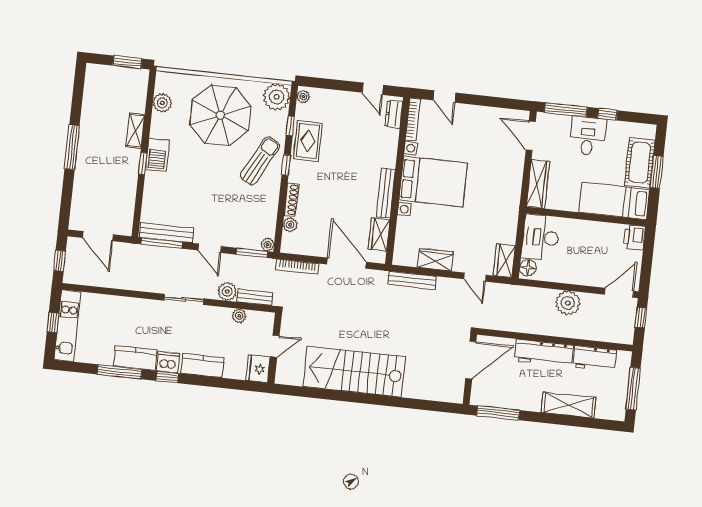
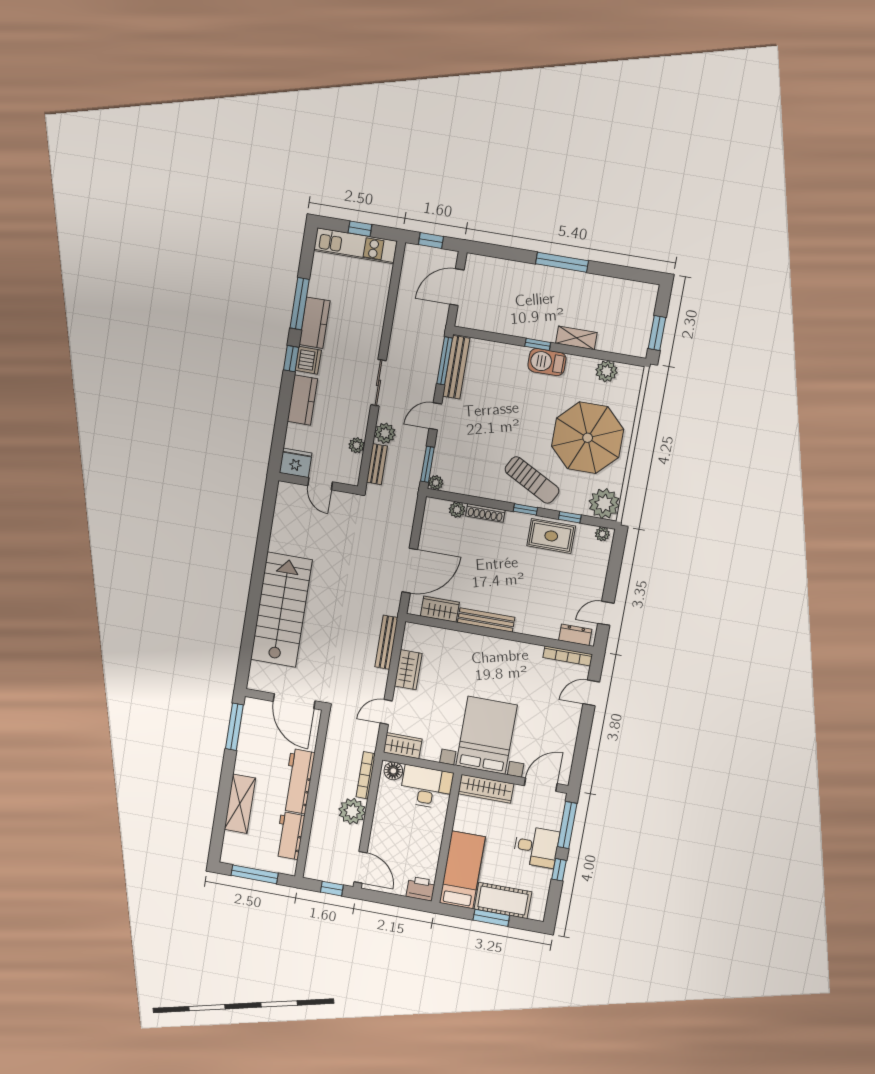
bed with nightstands: (433, 181) -> (487, 735), moved, turned 180
bookcase: (297, 267) -> (366, 775), moved
stairs: (354, 372) -> (281, 610), moved

